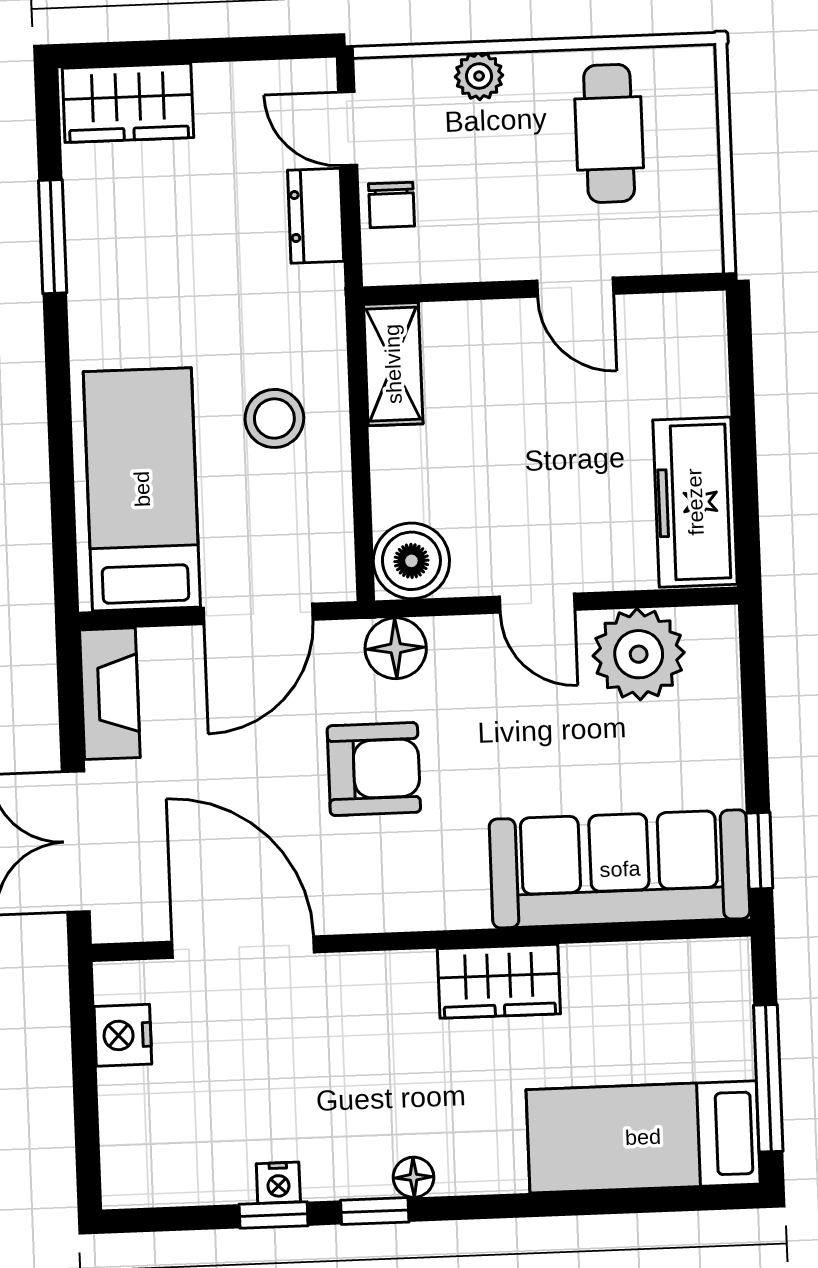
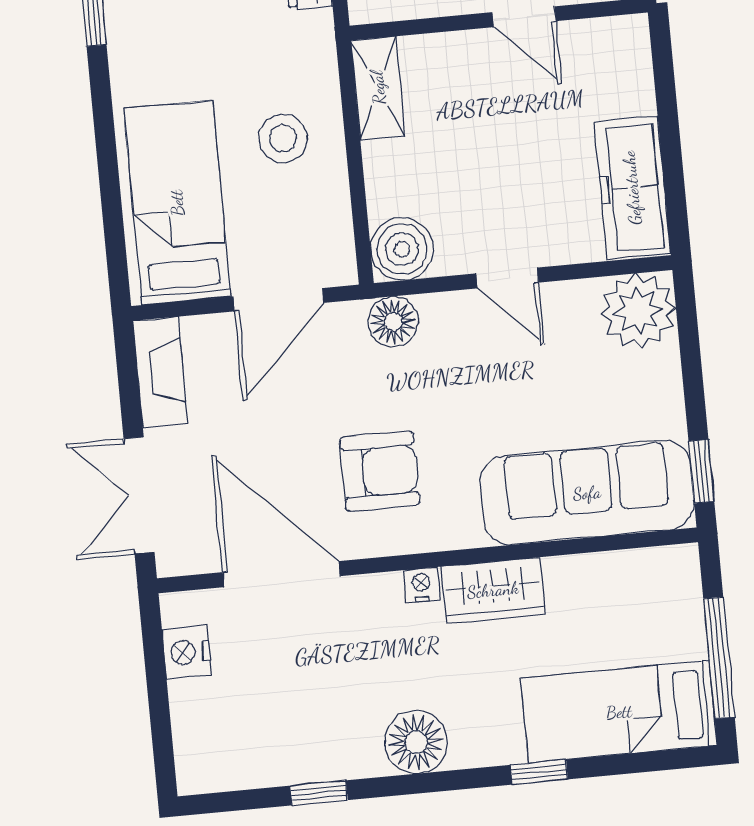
plant: (639, 654) -> (638, 311), moved
armchair: (374, 769) -> (380, 471), moved
floor lamp: (414, 1177) -> (416, 742), width x1.89, depth x1.89
nightstand: (278, 1183) -> (421, 585), moved, turned 180
window: (375, 1211) -> (539, 772), moved

